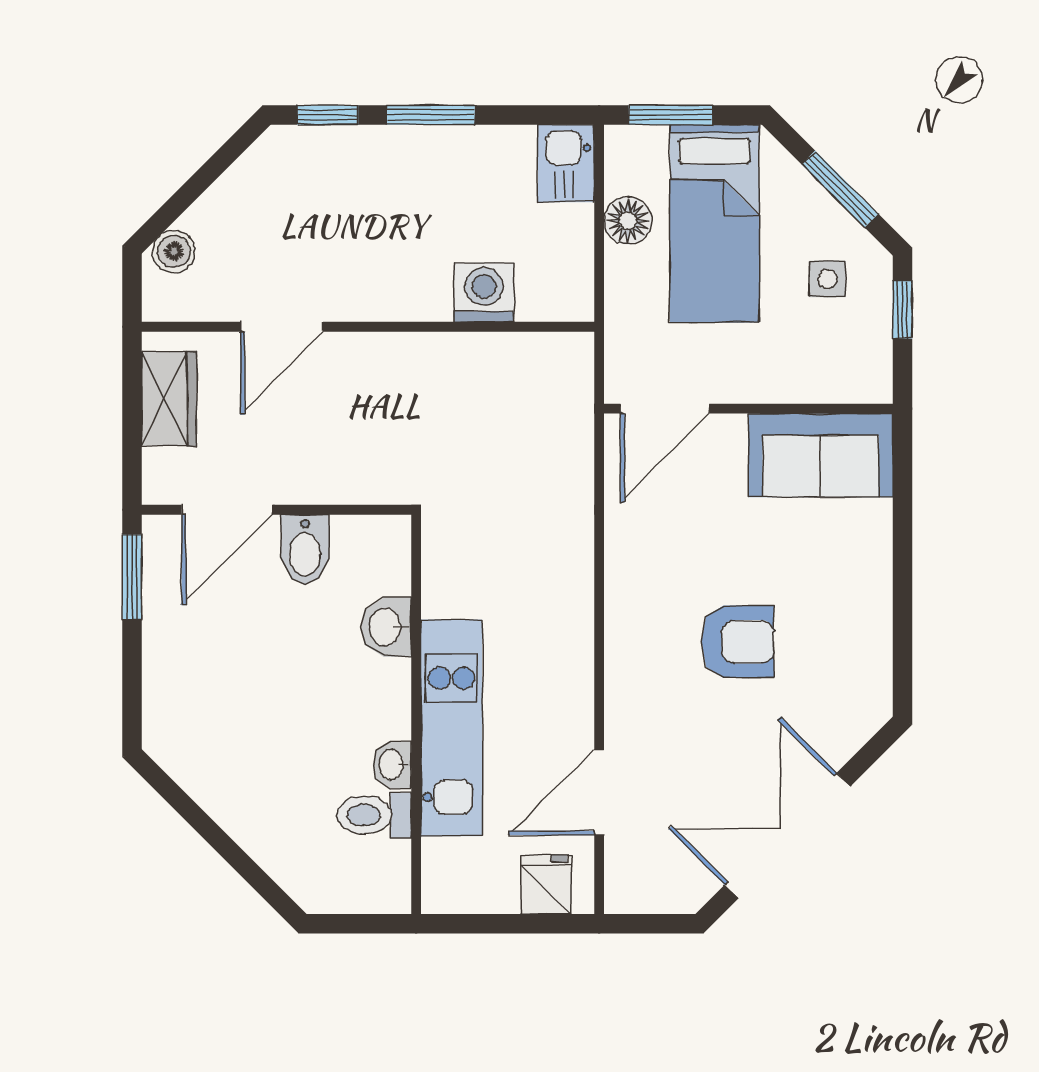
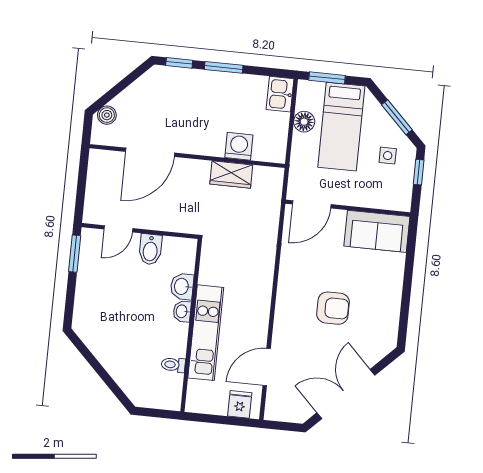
door: (282, 327) -> (150, 152), width x1.36
wardrobe: (169, 399) -> (231, 174), moved, turned 90
door: (227, 510) -> (118, 229), width x0.73
washbasin: (392, 765) -> (182, 311), moved
toilet: (374, 815) -> (173, 365), width x0.73, depth x0.72

